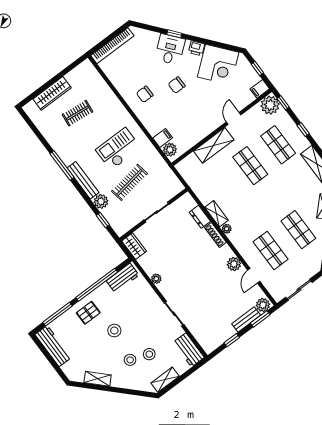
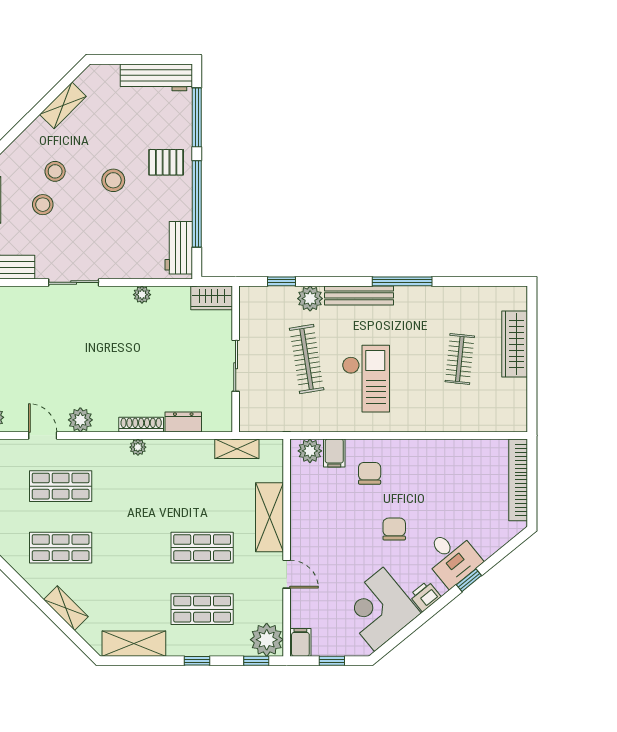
chair: (145, 94) -> (370, 473), moved
shelving: (217, 214) -> (237, 449), moved
pallet: (88, 313) -> (166, 162), turned 90

